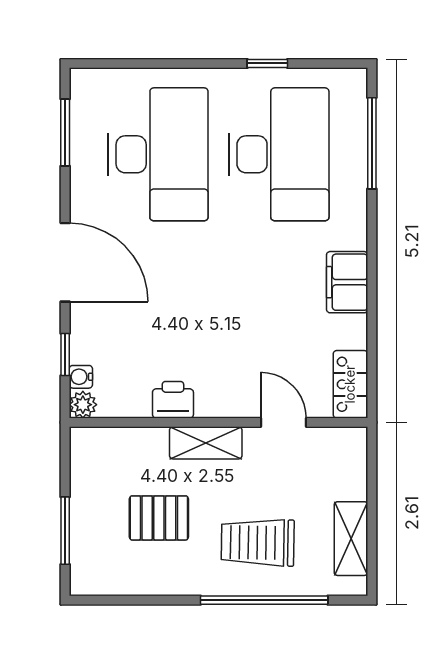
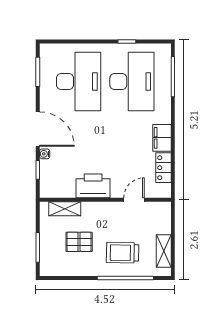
water cooler: (81, 377) -> (45, 154), moved
locker: (350, 384) -> (163, 168), moved
printer: (173, 400) -> (93, 186), width x1.87, depth x1.48
plant: (83, 405) -> (46, 192), removed
door: (283, 422) -> (134, 200), hinge flipped
shelving: (206, 443) -> (65, 209), moved

